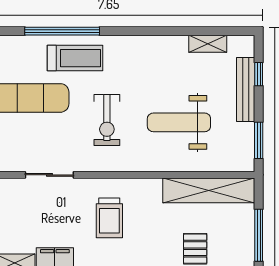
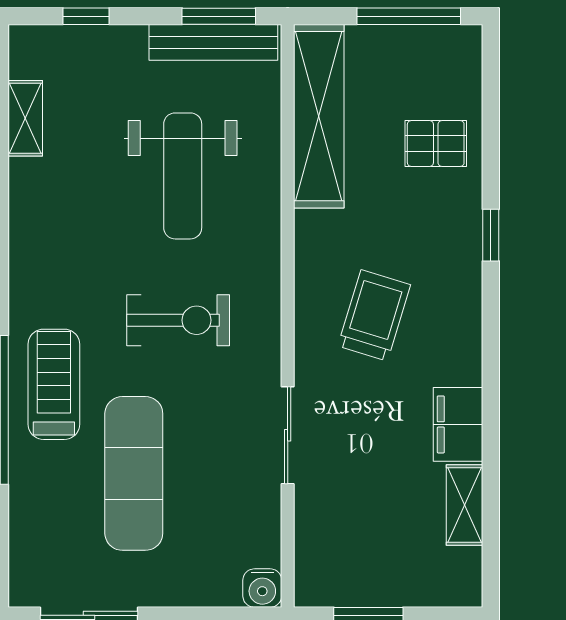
bench: (246, 90) -> (213, 42), moved
trolley: (109, 218) -> (374, 315), turned -73

